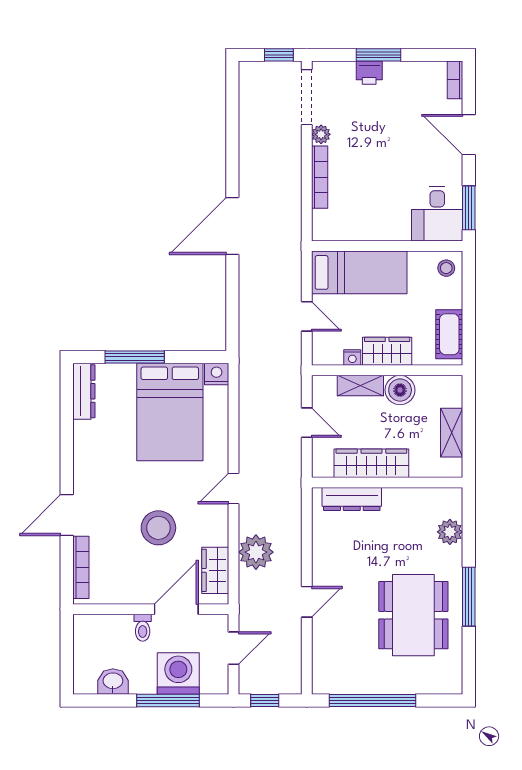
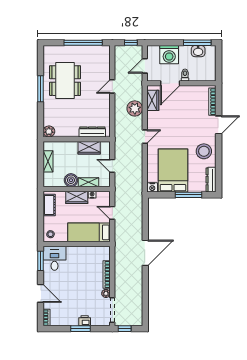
wardrobe: (371, 463) -> (89, 148), width x0.67
stool: (158, 528) -> (204, 151), moved
plant: (450, 532) -> (49, 131), moved
window: (168, 701) -> (197, 43), moved

